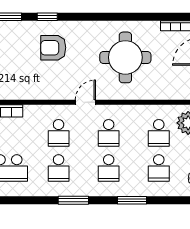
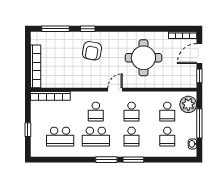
armchair: (53, 48) -> (92, 51), turned -80
school desk: (59, 168) -> (96, 137), width x1.85
window: (132, 200) -> (133, 160), moved

